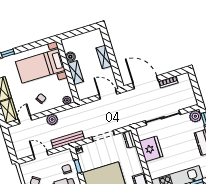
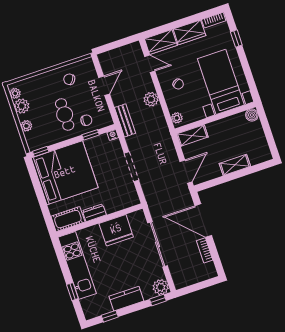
boiler: (70, 57) -> (252, 115), moved
shelving: (76, 72) -> (192, 136), moved
door: (146, 82) -> (203, 221), swing flipped
dresser: (129, 139) -> (94, 213), moved
bench: (68, 140) -> (125, 120), width x0.73

